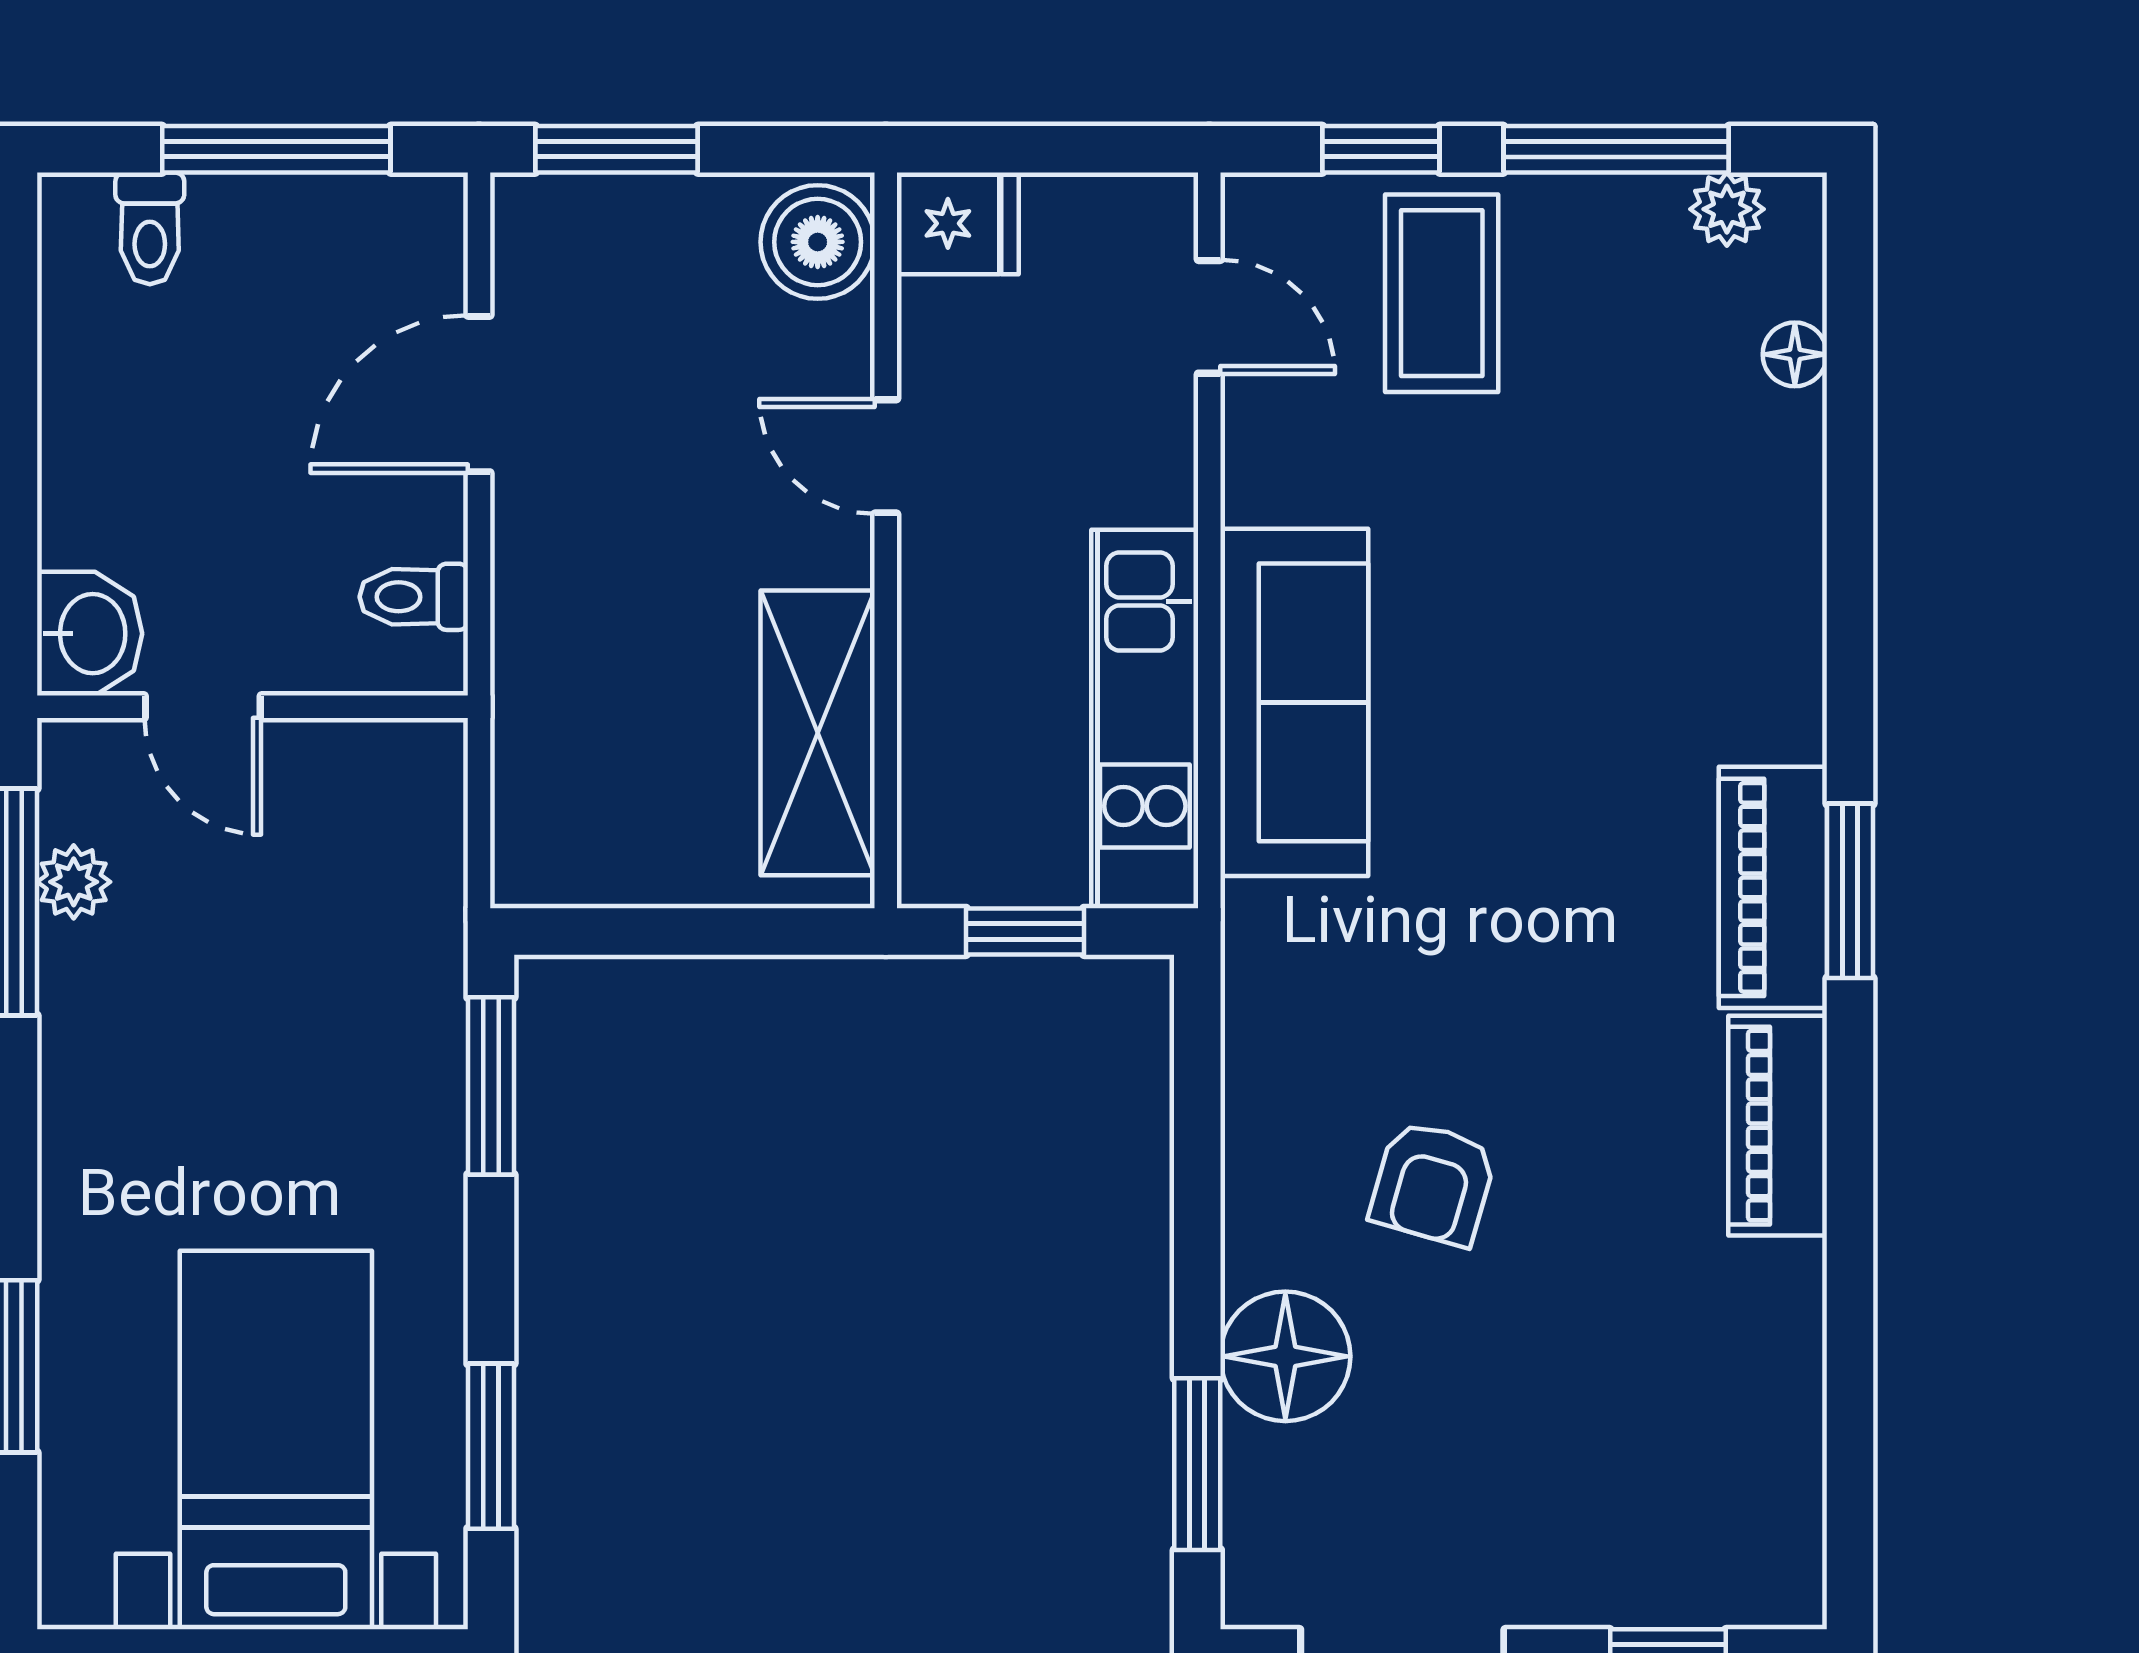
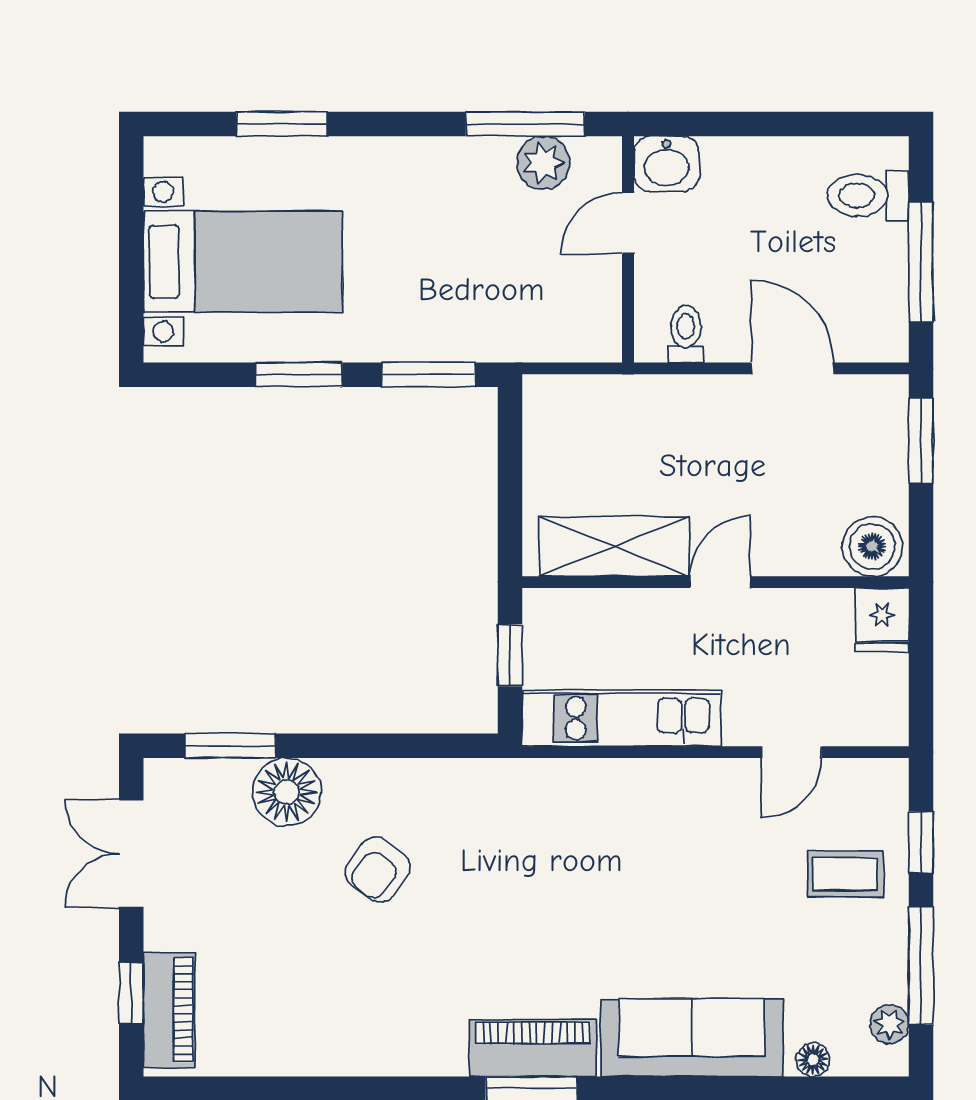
toilet: (150, 228) -> (868, 195), width x1.37, depth x1.39
coffee table: (1442, 293) -> (845, 874), width x0.73, depth x0.77
door: (1209, 317) -> (791, 752), moved
door: (886, 456) -> (720, 582), moved
sofa: (1294, 702) -> (692, 1038), moved, turned 180
plant: (74, 882) -> (543, 163), width x1.38, depth x1.38
piano: (1778, 1126) -> (169, 1010), moved, turned 90
armchair: (1433, 1183) -> (378, 870), turned -70
window: (491, 1446) -> (299, 375), moved

